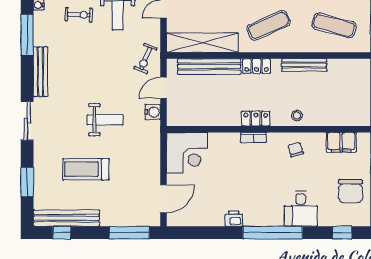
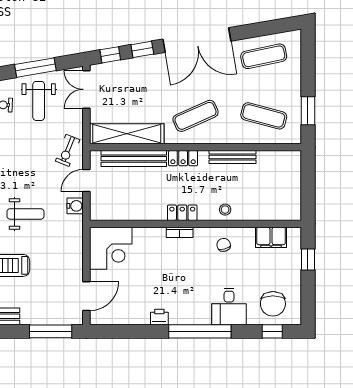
chair: (351, 191) -> (273, 304), moved

